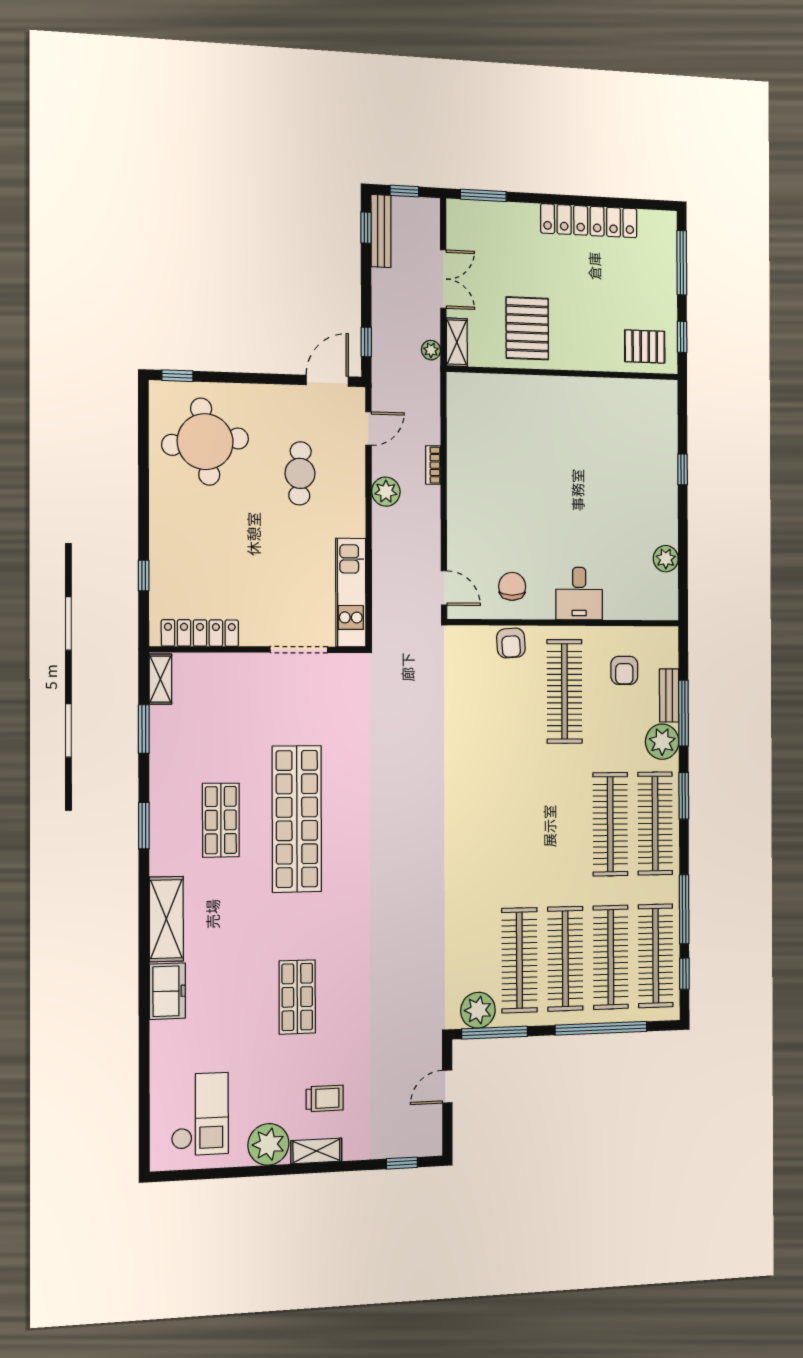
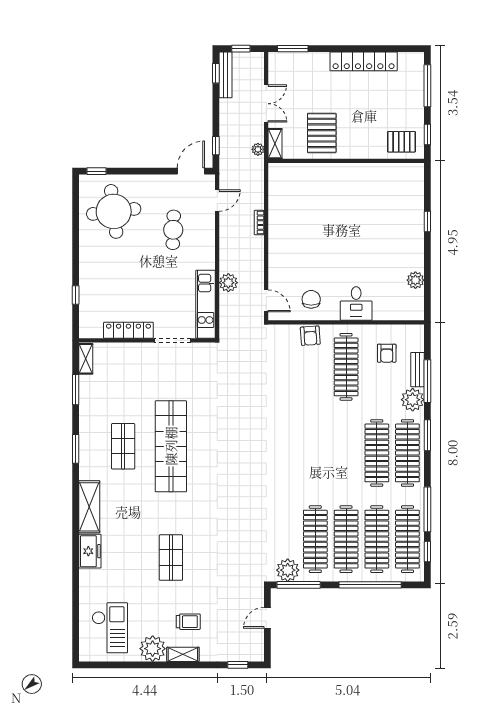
plant: (386, 492) -> (228, 283), moved
locker: (200, 633) -> (128, 330), moved

